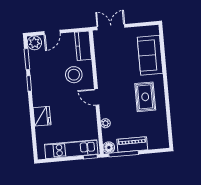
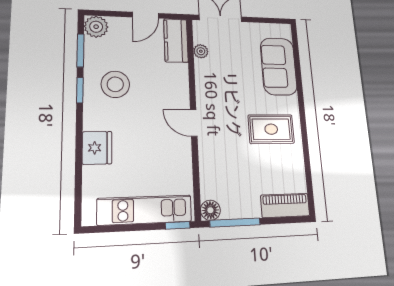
door: (52, 32) -> (145, 15), moved
stool: (74, 75) -> (115, 84), moved
rug: (145, 97) -> (271, 129), turned 90
plant: (106, 123) -> (201, 51), moved
piano: (132, 144) -> (285, 205), moved

